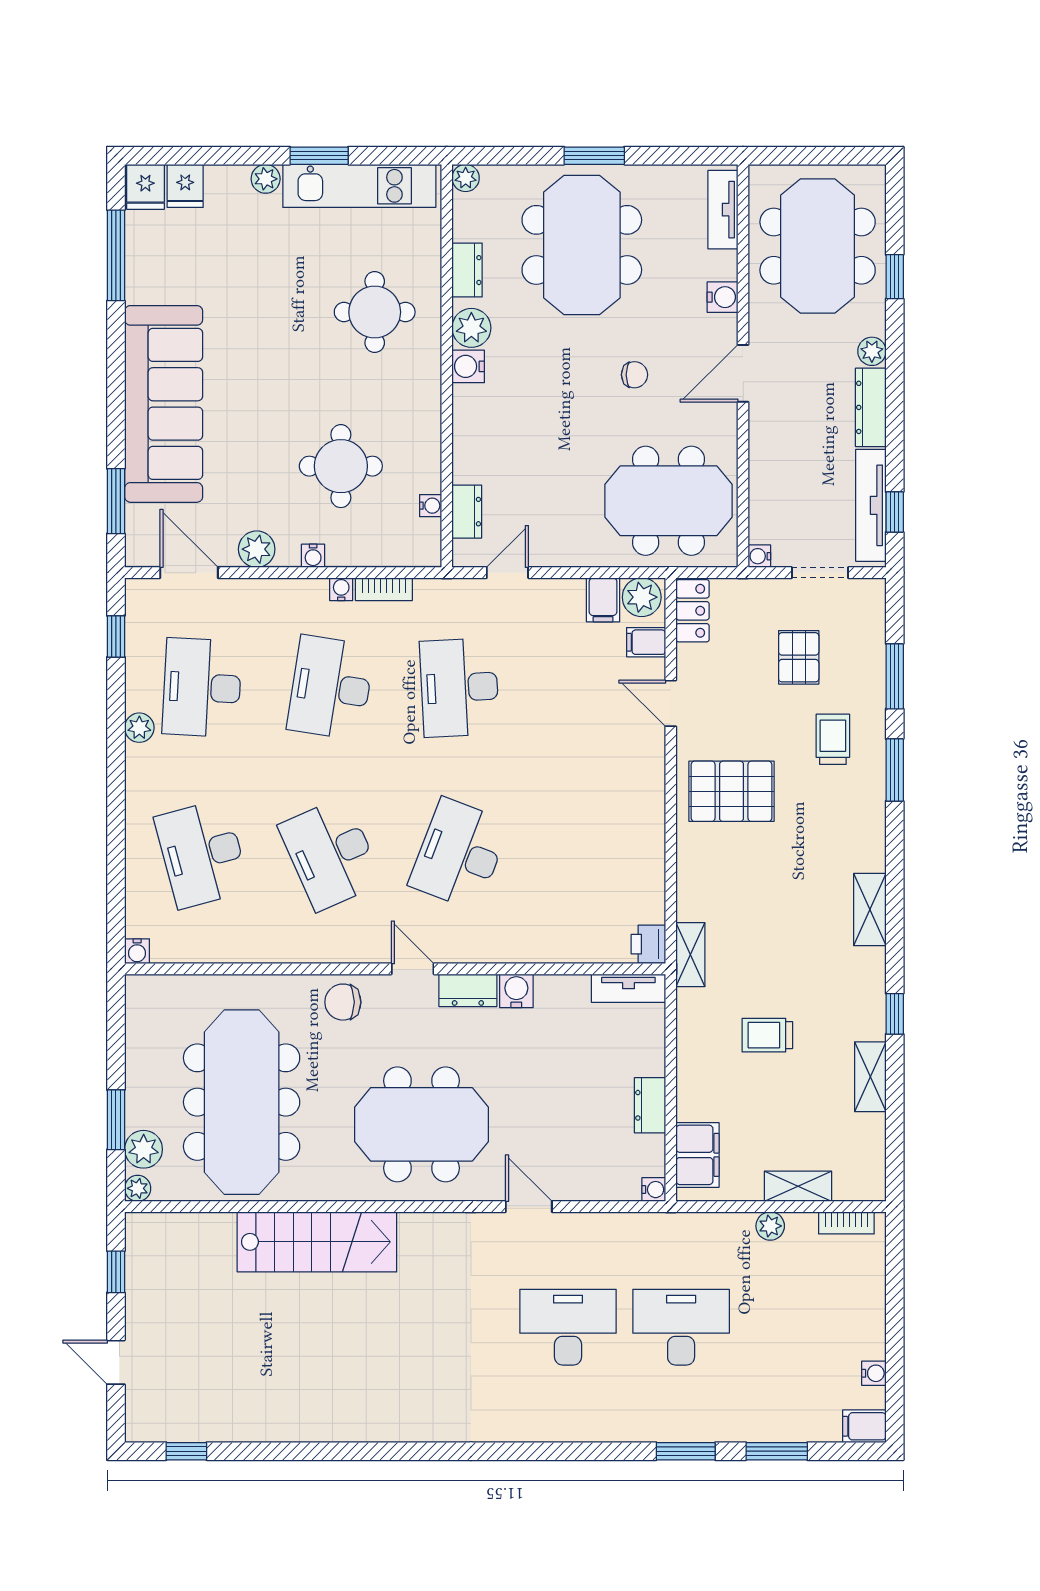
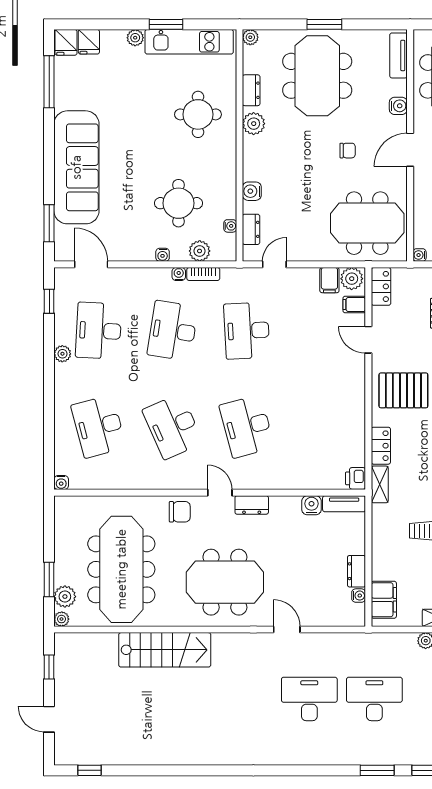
water cooler: (468, 366) -> (252, 191), moved
plant: (257, 549) -> (200, 251), moved
desk: (459, 854) -> (247, 426), turned -36
locker: (692, 887) -> (381, 446), added
water cooler: (516, 991) -> (311, 505), moved
chair: (343, 1002) -> (180, 512), turned 180
water cooler: (654, 1190) -> (359, 596), moved

